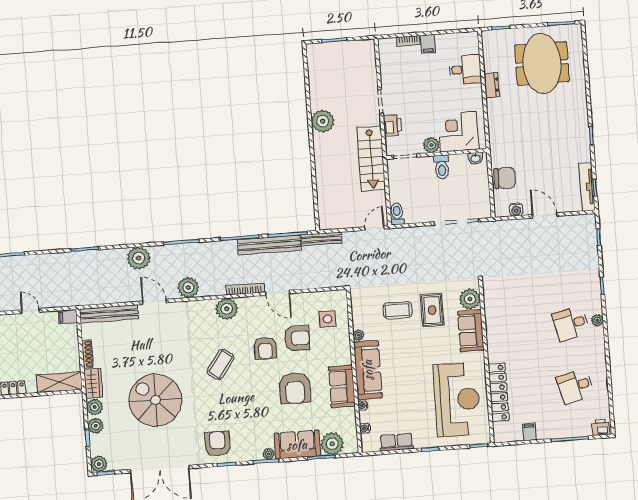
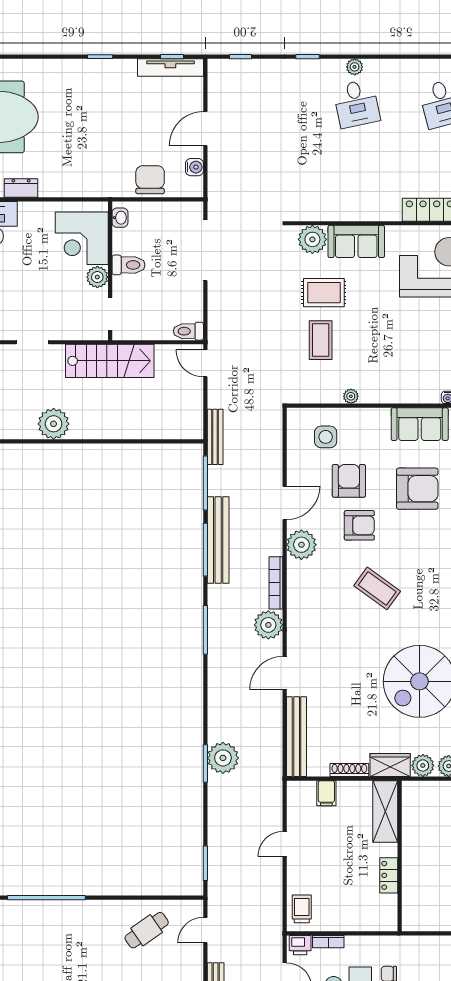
printer: (392, 125) -> (66, 328), removed
bench: (269, 245) -> (218, 540), moved
plant: (139, 258) -> (223, 758), moved
bookcase: (245, 289) -> (276, 583), moved
plant: (227, 309) -> (301, 545), moved
filing cabinet: (68, 317) -> (326, 793), moved
sofa: (368, 370) -> (400, 387), removed

